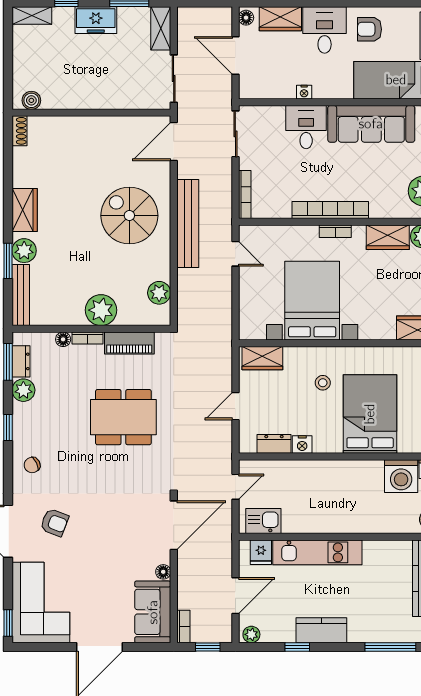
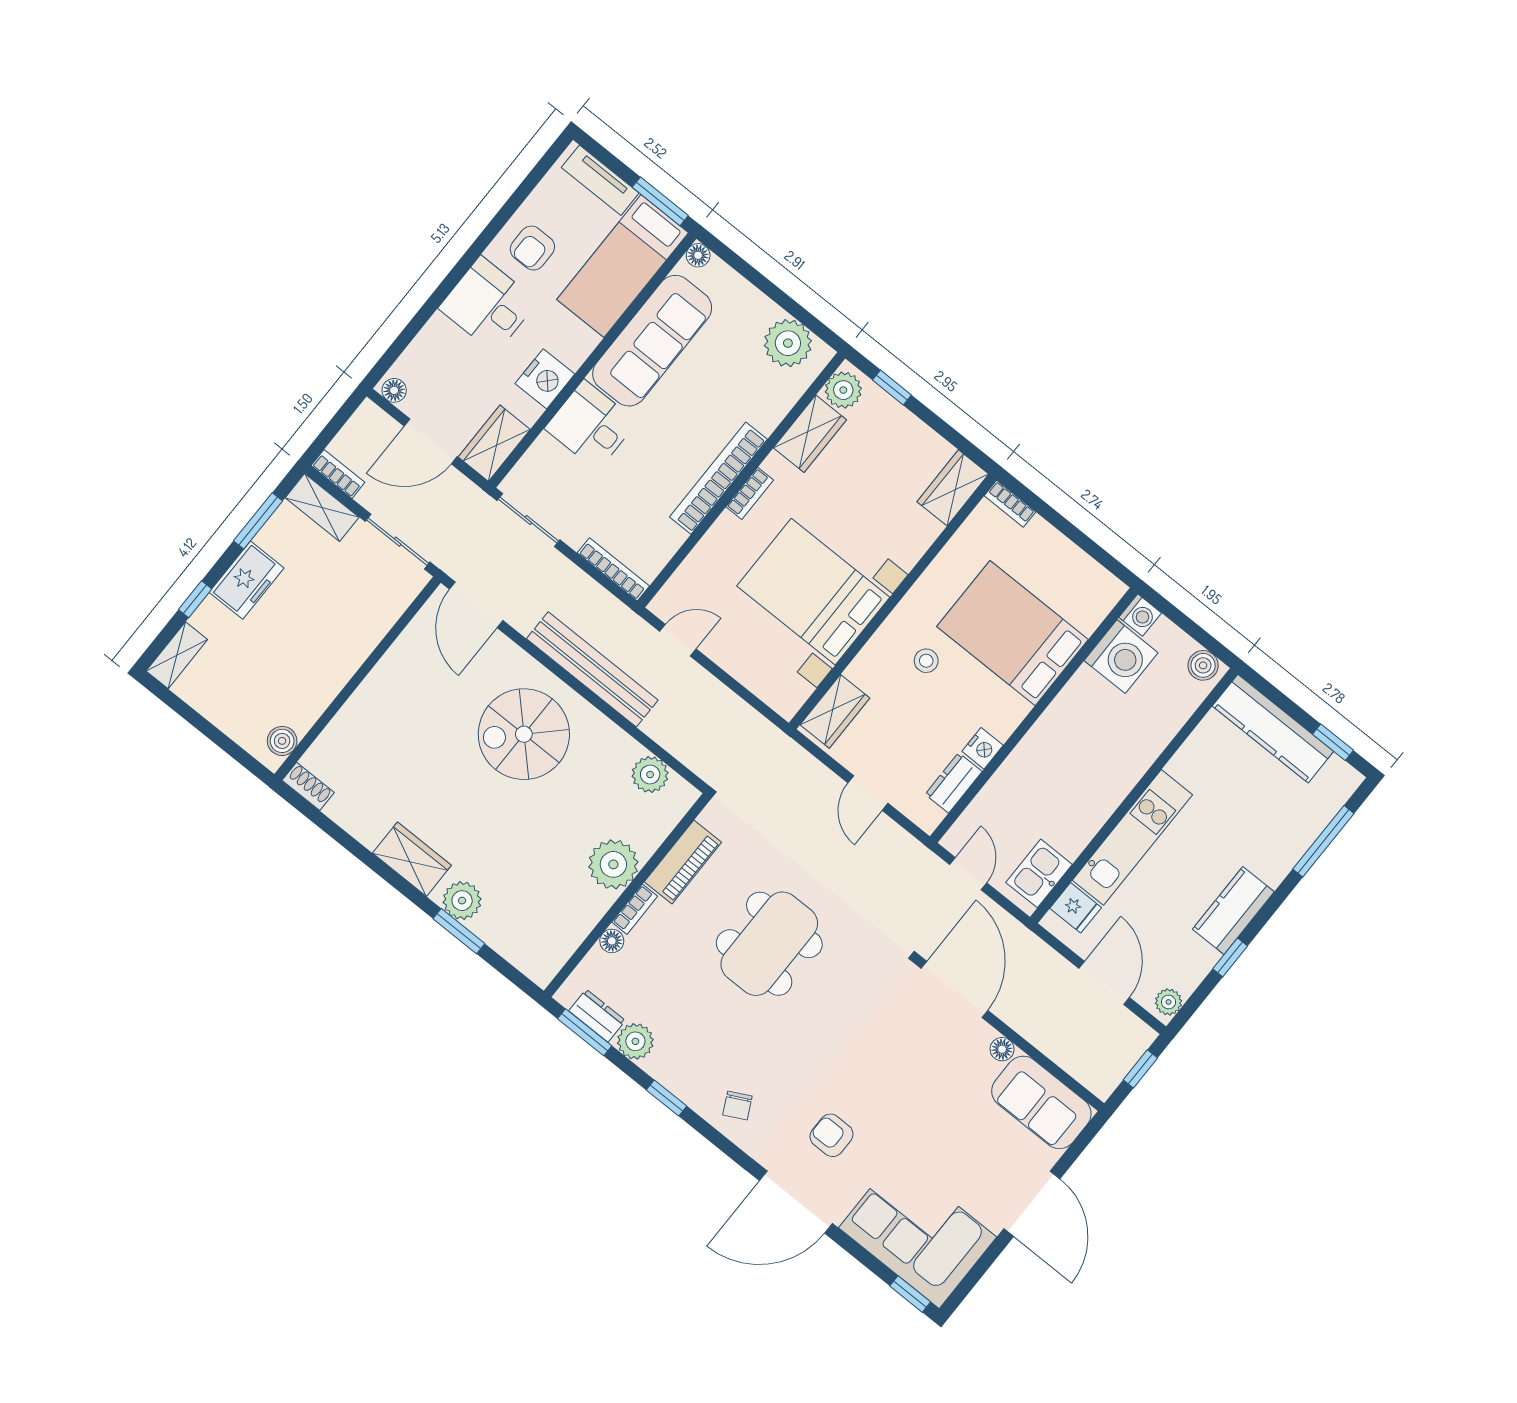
wardrobe: (280, 19) -> (494, 443), moved, turned 180
nightstand: (304, 92) -> (545, 379), width x1.89, depth x1.79
bench: (21, 295) -> (514, 949), removed
armchair: (54, 523) -> (831, 1135), turned -111
bookcase: (183, 626) -> (338, 474), moved

